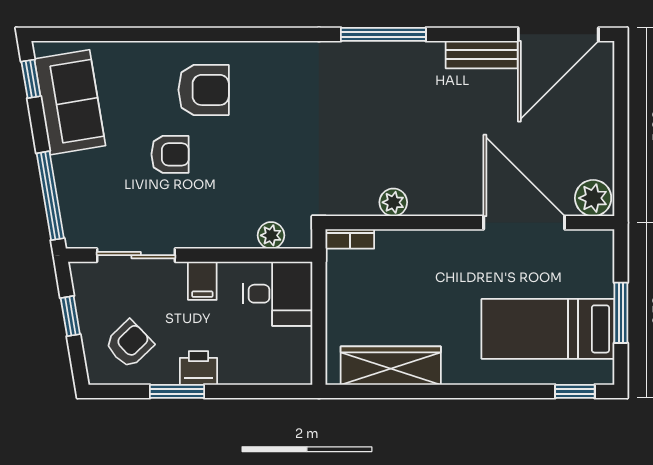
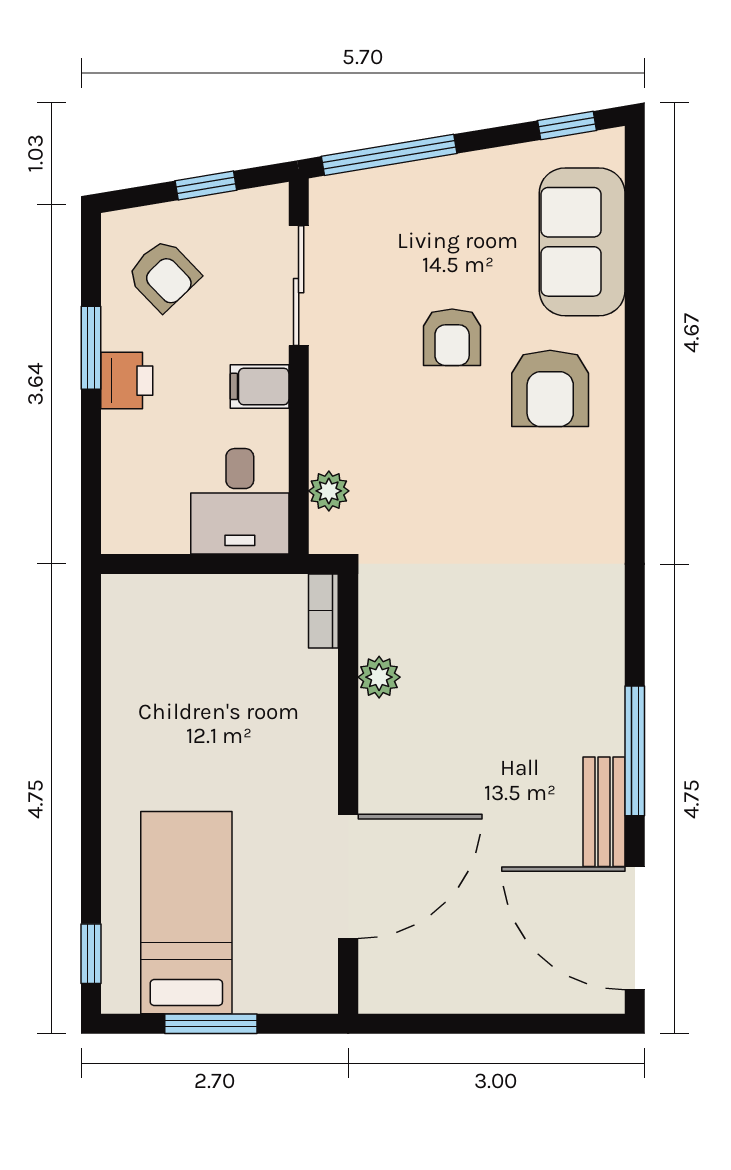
window: (383, 34) -> (635, 751), moved
sofa: (70, 102) -> (582, 242), moved, turned 99
plant: (593, 198) -> (386, 981), removed
wardrobe: (391, 366) -> (130, 673), removed

